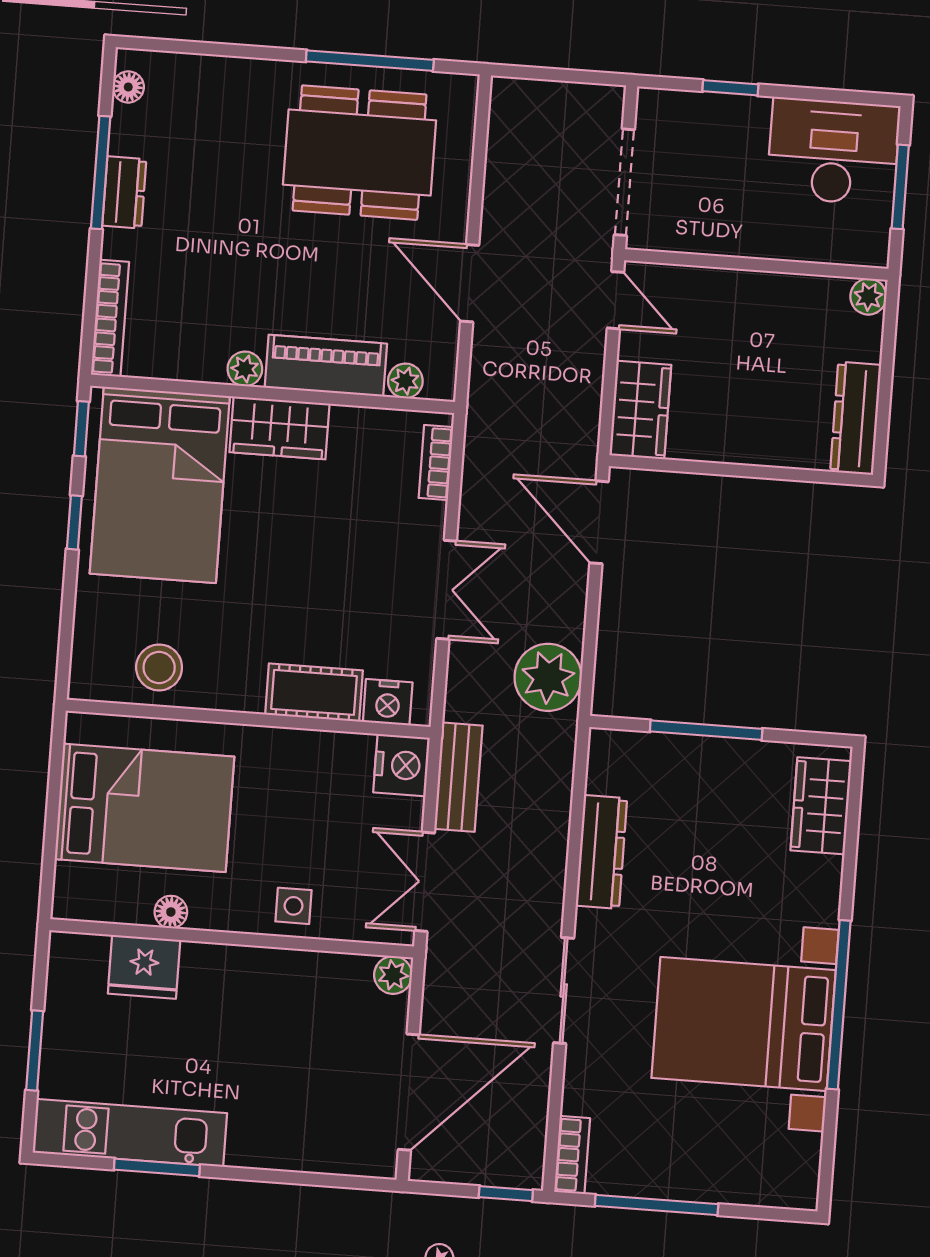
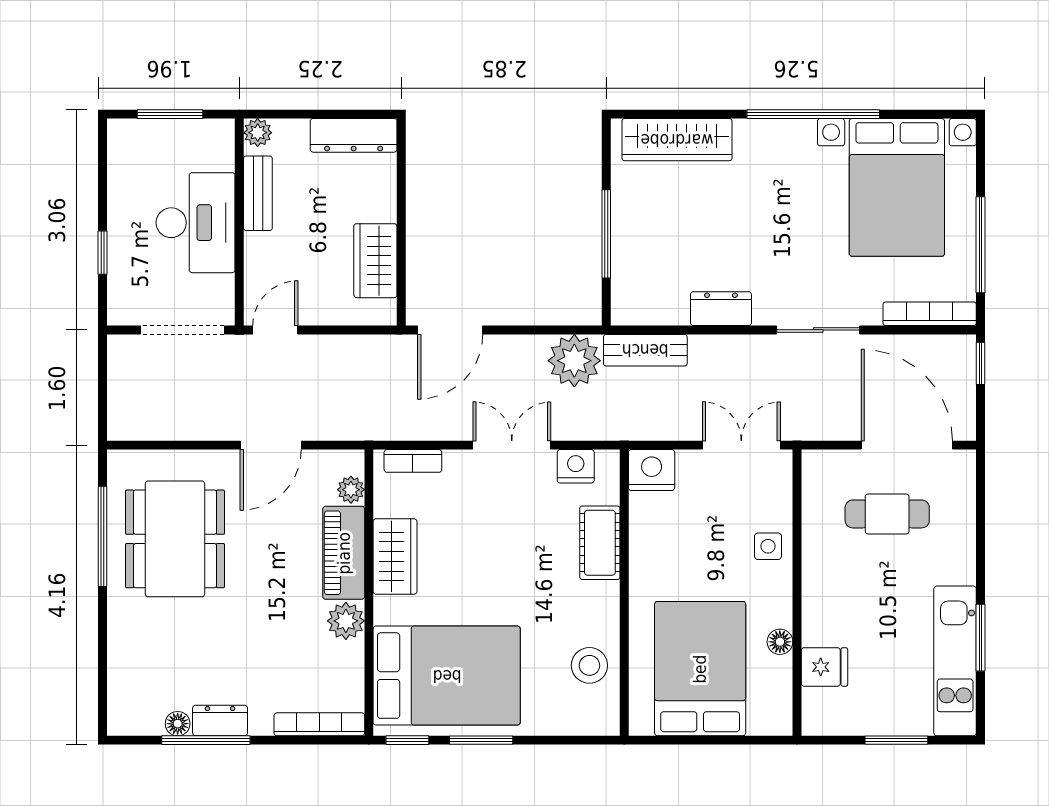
floor lamp: (128, 87) -> (178, 724), moved
desk: (833, 151) -> (196, 223), moved, turned 180
bench: (791, 291) -> (258, 193), added
plant: (245, 369) -> (346, 621), width x1.38, depth x1.38
wardrobe: (640, 410) -> (375, 261), moved, turned -90
wardrobe: (279, 428) -> (395, 556), moved
window: (74, 522) -> (481, 740), width x1.50
nightstand: (388, 702) -> (576, 466), moved, turned -90
bench: (458, 777) -> (645, 350), moved
wardrobe: (821, 806) -> (677, 140), width x1.50
dresser: (601, 852) -> (721, 309), width x0.70
double door: (425, 882) -> (741, 445), swing flipped
fridge: (144, 967) -> (824, 667), width x0.72
plant: (393, 975) -> (816, 464), removed
bed with nightstands: (744, 1024) -> (897, 187), moved
cafe table: (323, 1061) -> (887, 514), added
bookcase: (572, 1155) -> (930, 314), width x1.56

